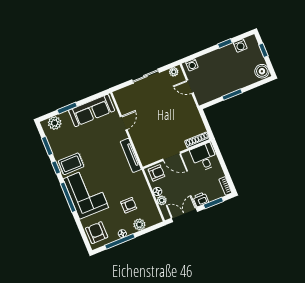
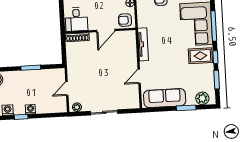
washing machine: (192, 65) -> (30, 109), moved
door: (190, 87) -> (67, 88), swing flipped
door: (172, 156) -> (106, 31), swing flipped

